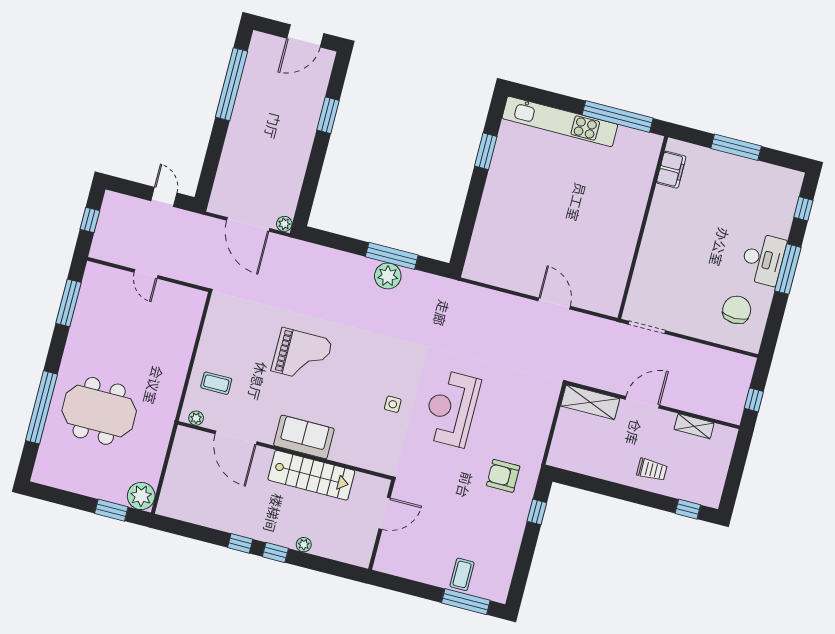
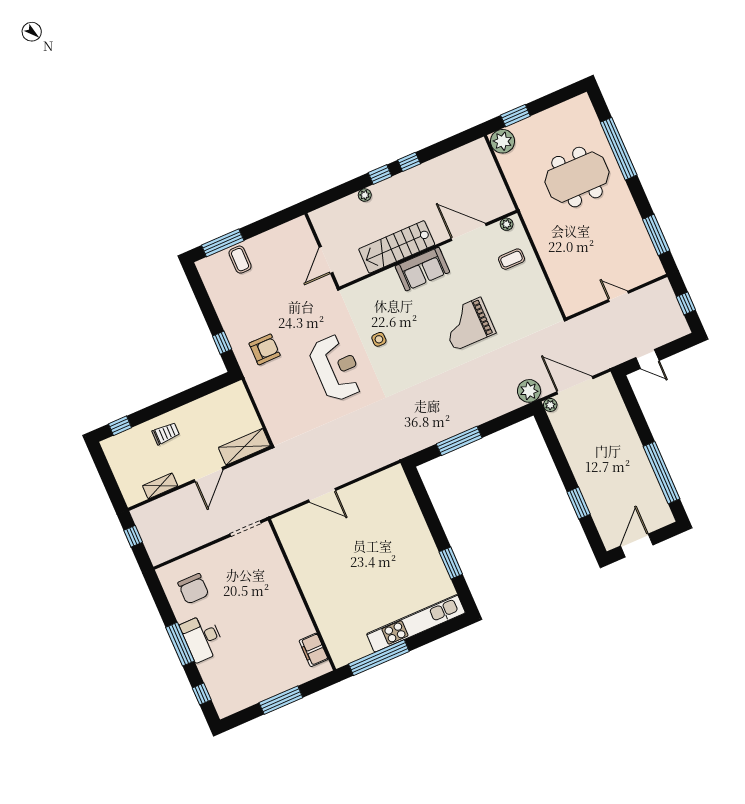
plant: (388, 276) -> (529, 391), moved
trolley: (652, 470) -> (166, 433), turned 180

